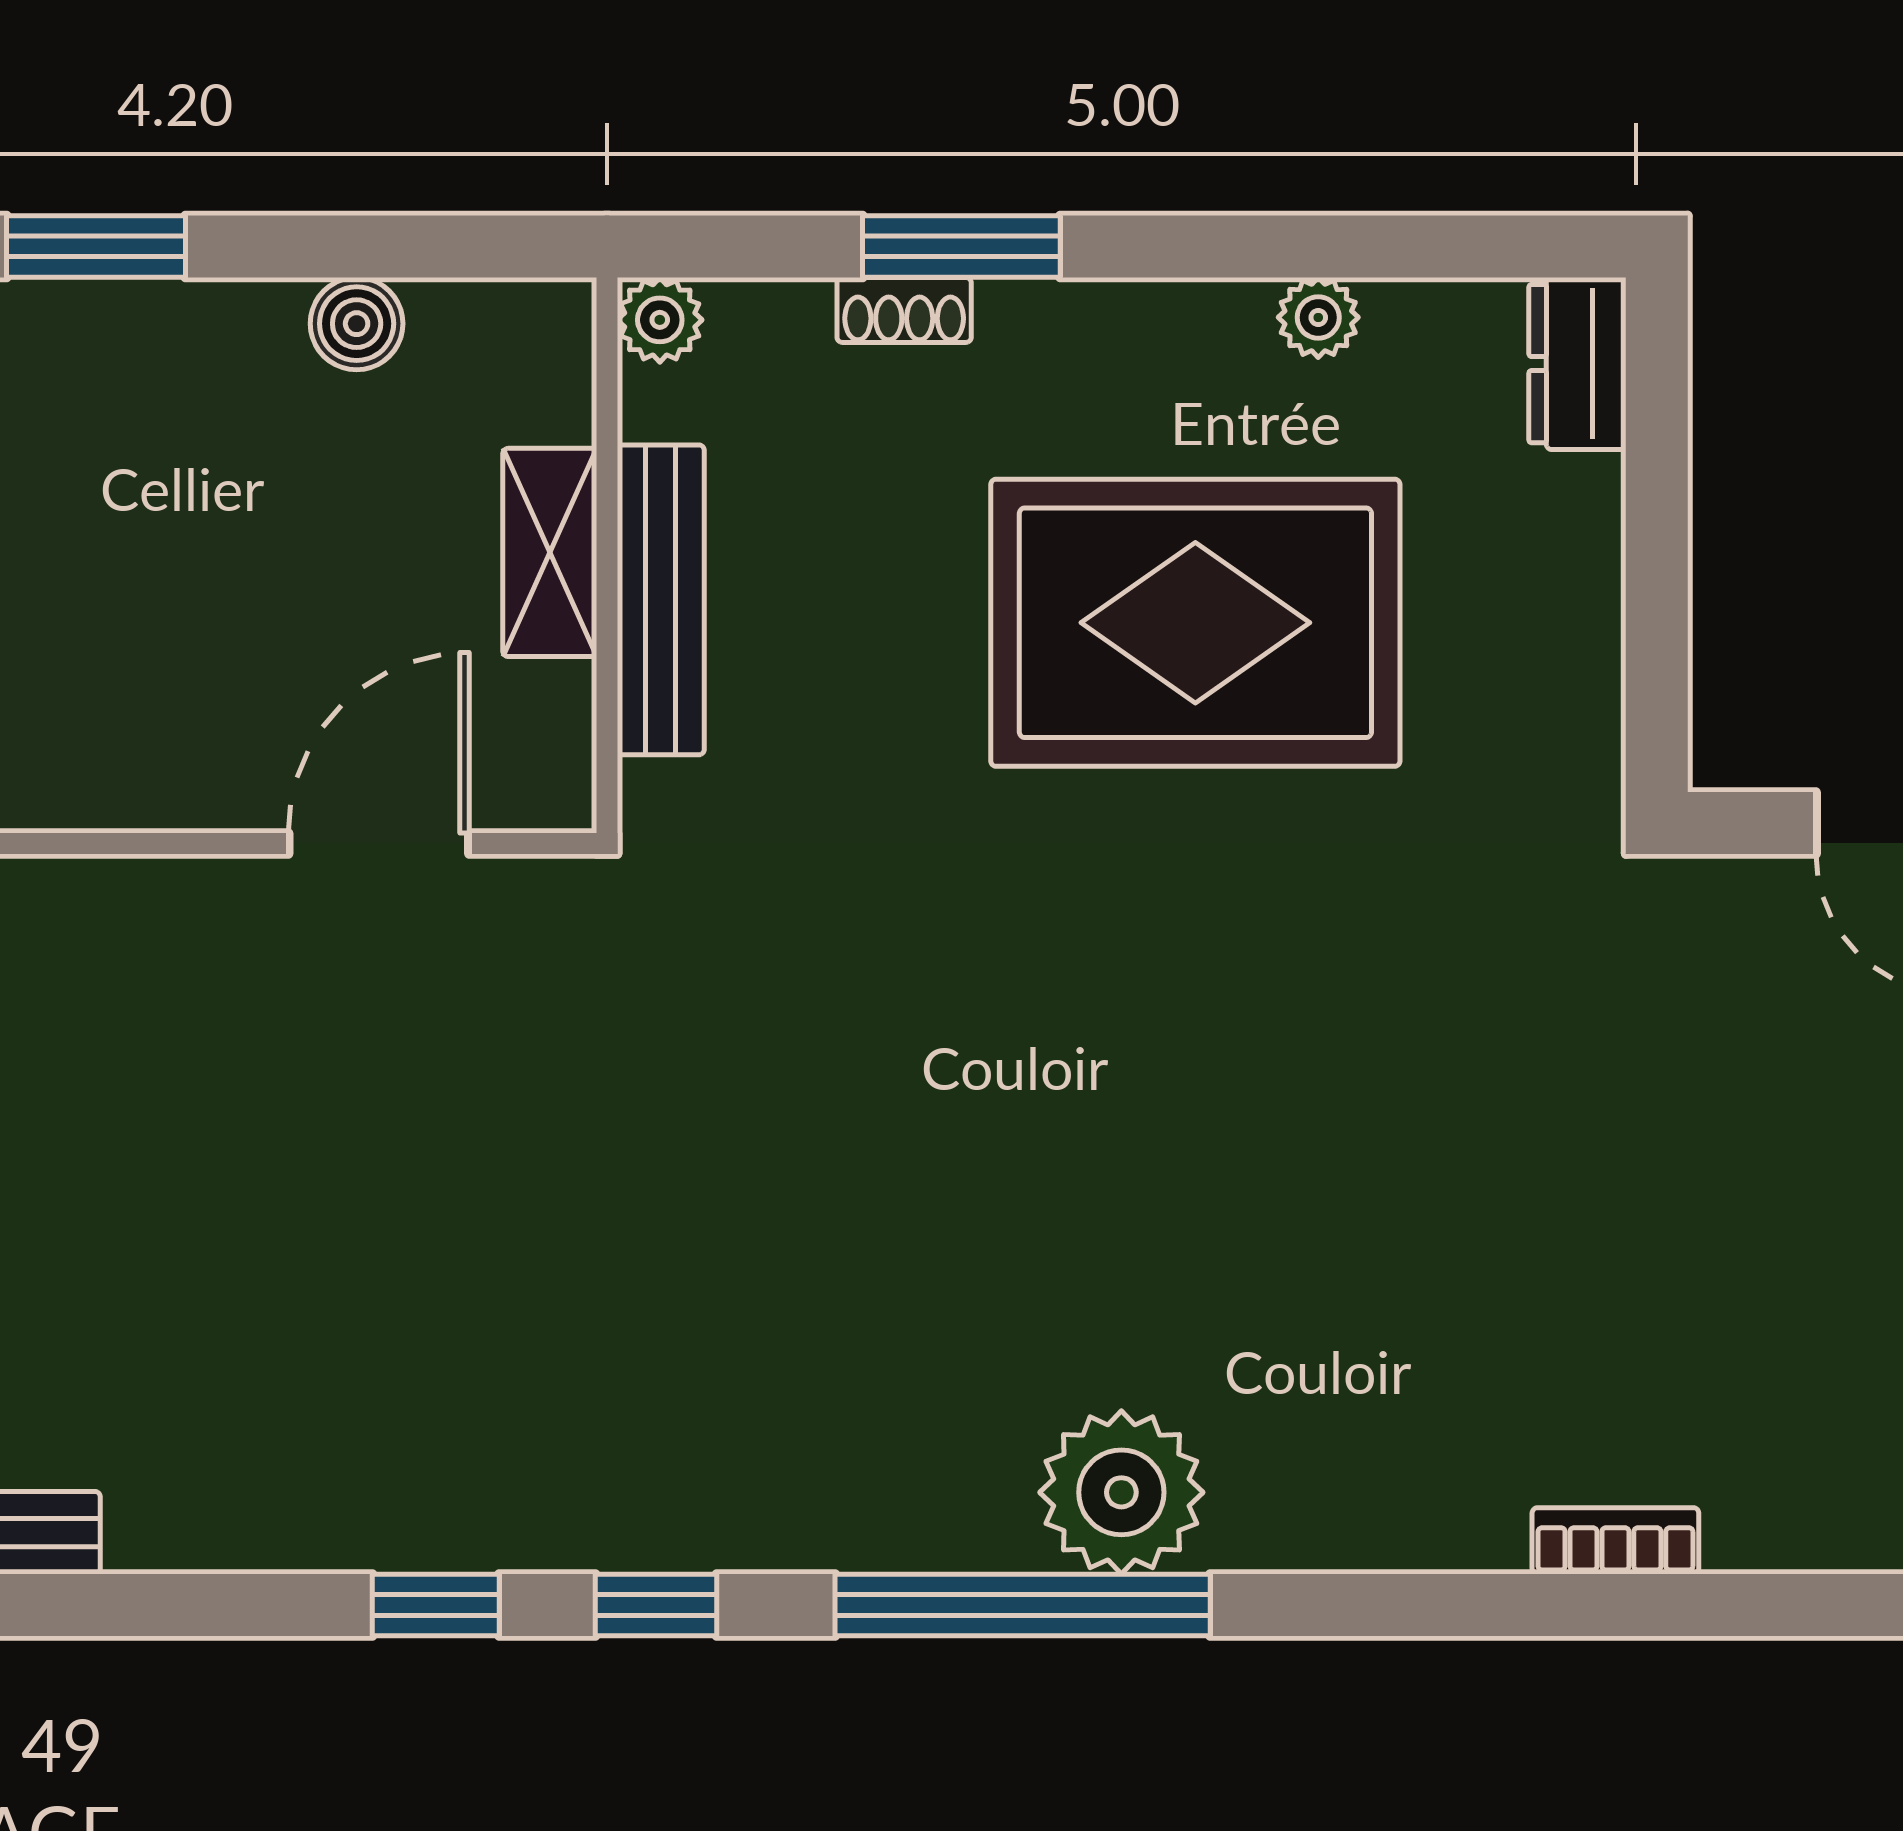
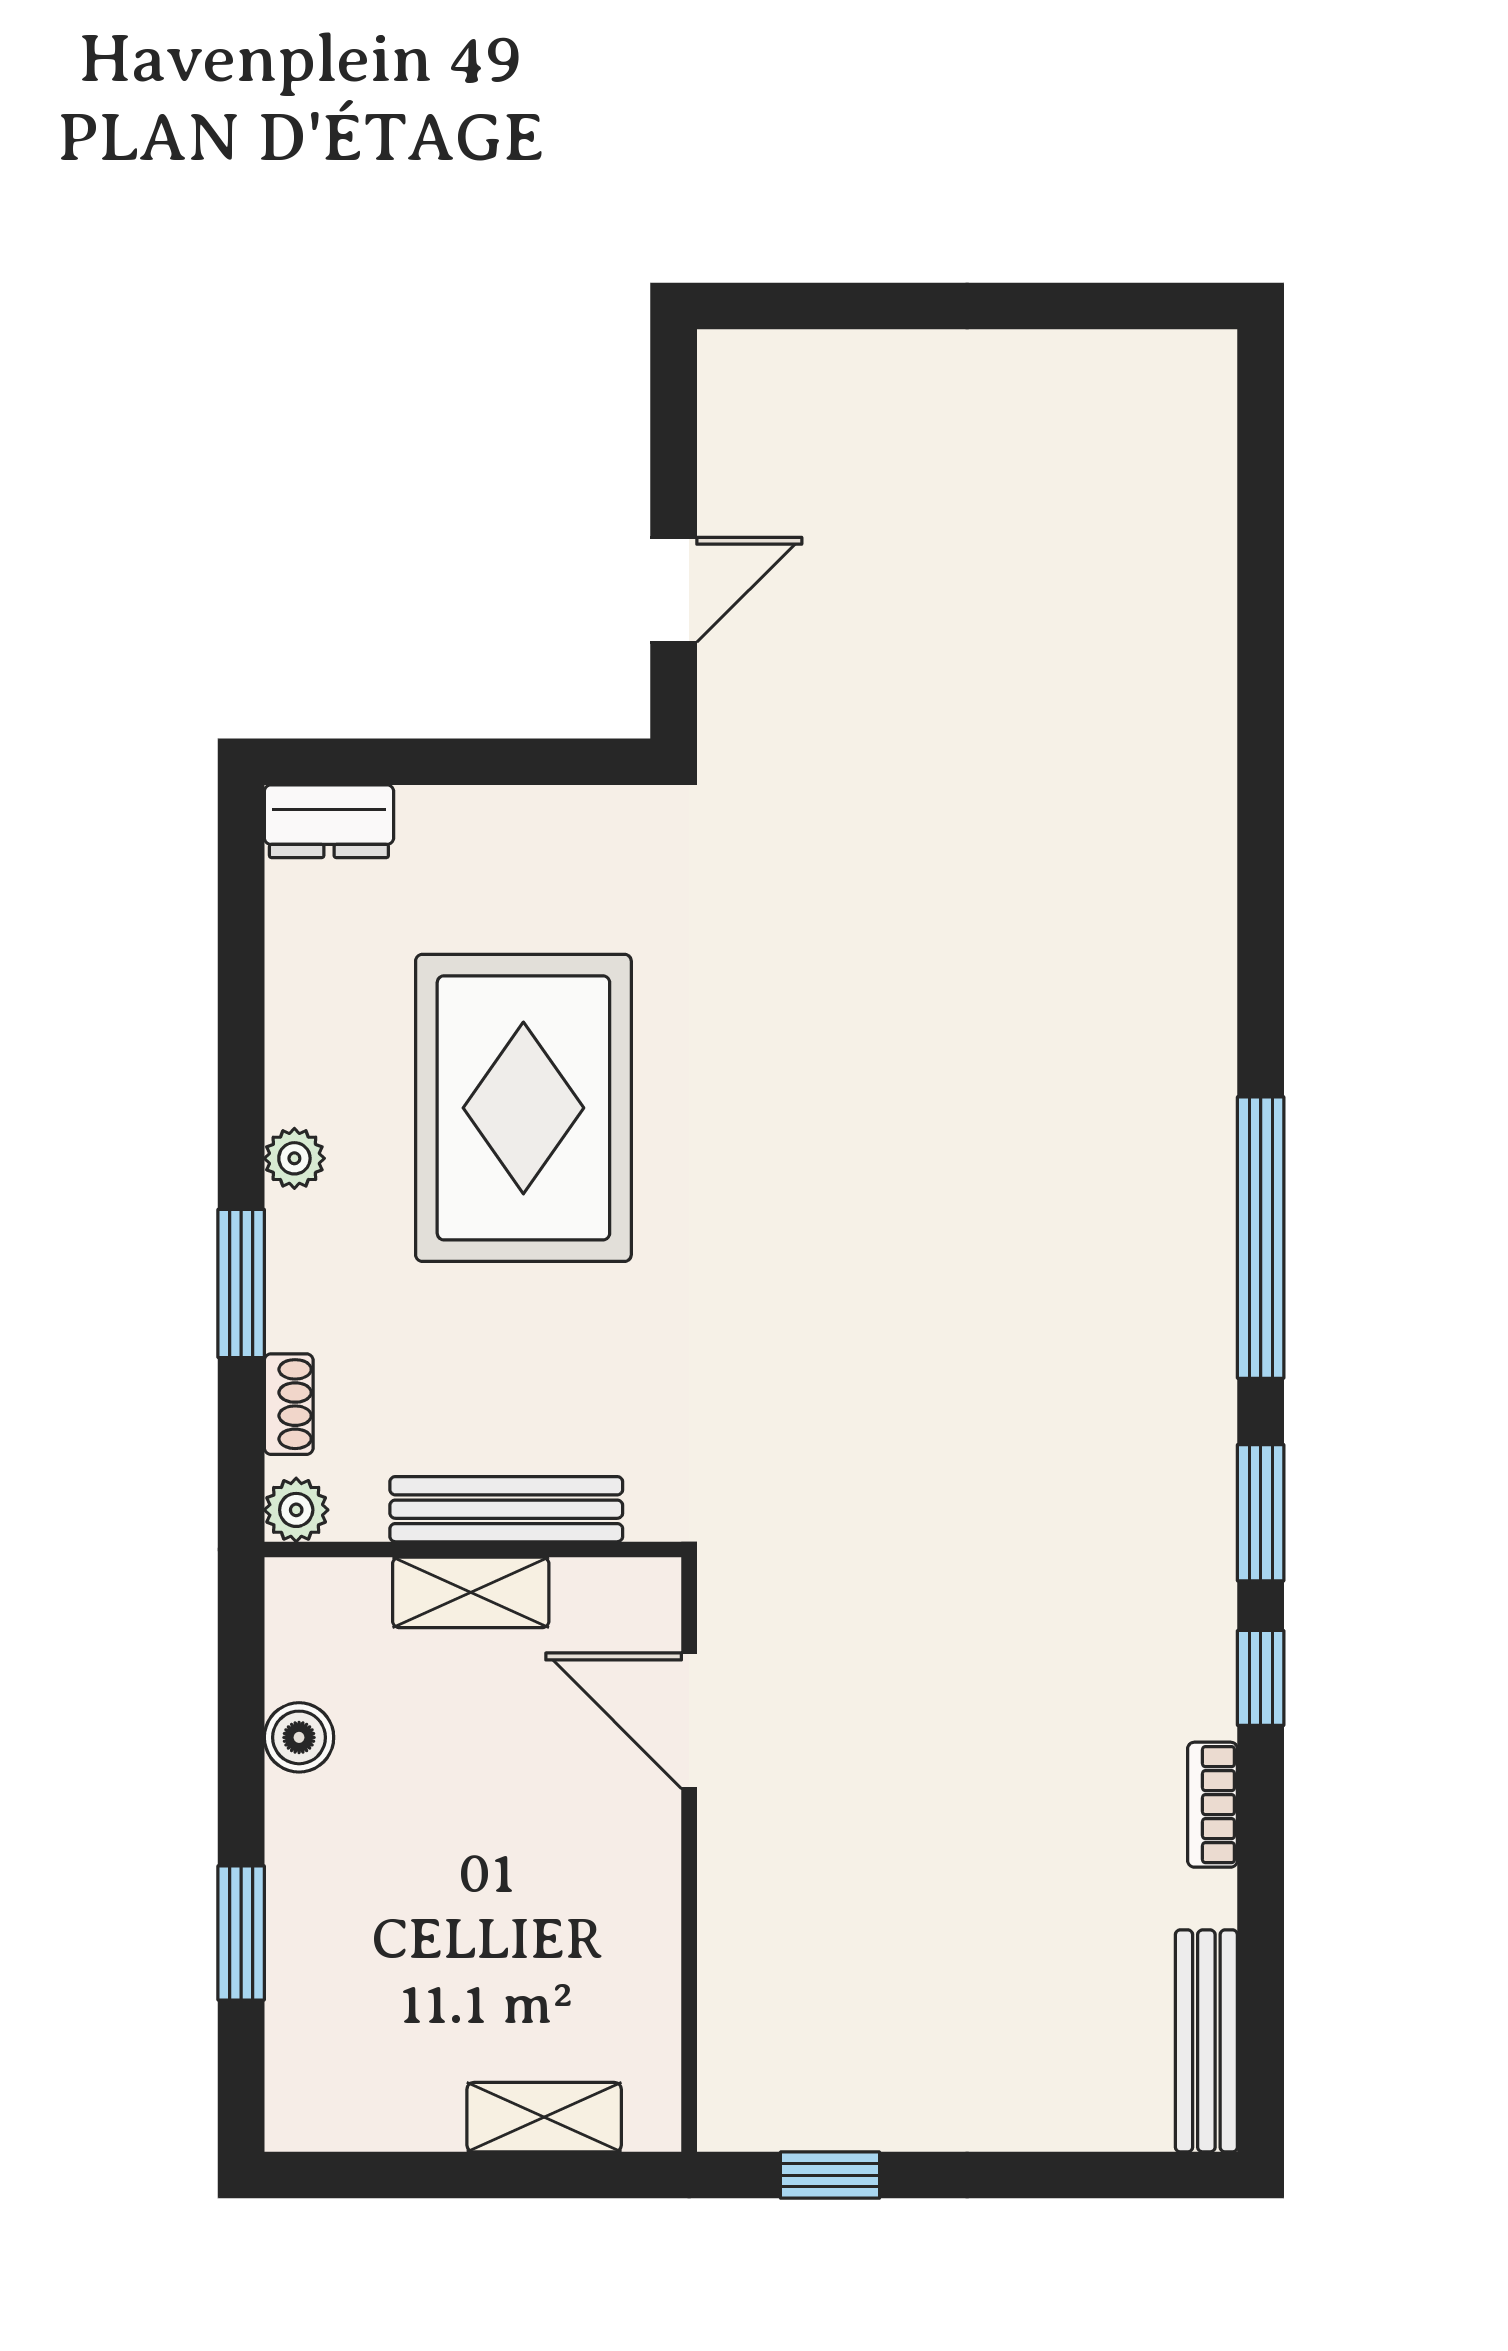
shoe rack: (904, 310) -> (289, 1404), moved
plant: (1318, 317) -> (294, 1158), moved
plant: (1121, 1492) -> (1176, 1163), removed
bookcase: (1615, 1541) -> (1212, 1805), moved
window: (656, 1605) -> (1261, 1513), width x1.50

